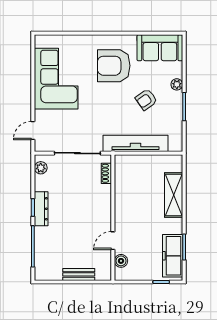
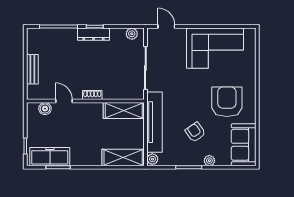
plant: (175, 146) -> (152, 159), added
shoe rack: (106, 173) -> (92, 95), moved
shelving: (123, 176) -> (124, 111), added
shelving: (174, 195) -> (123, 158), moved

